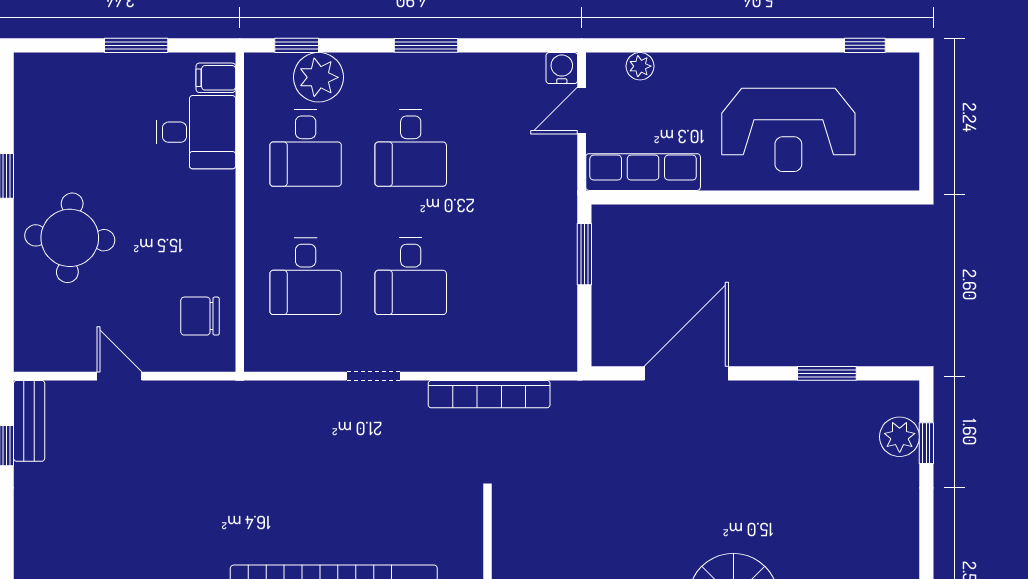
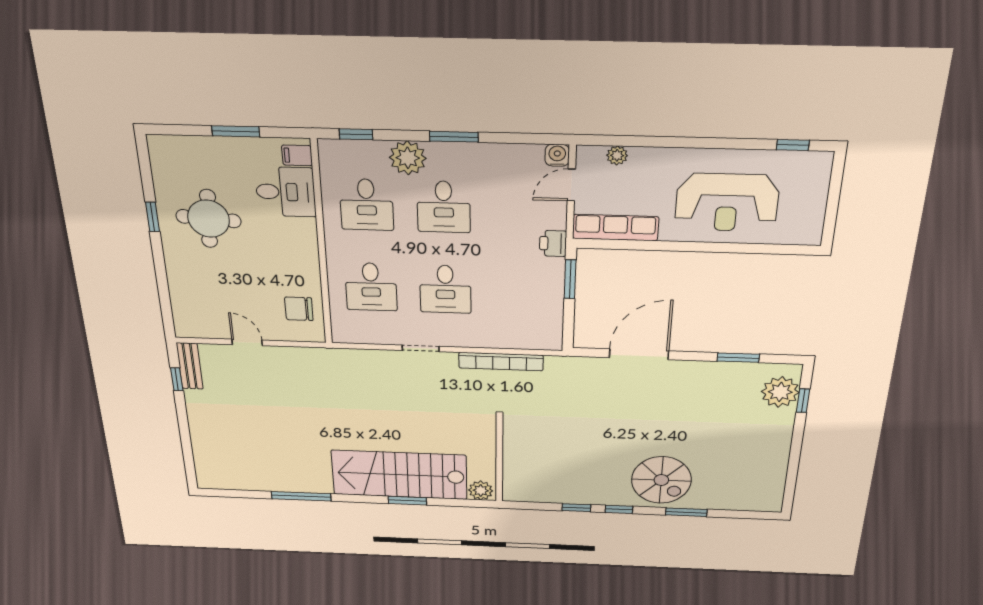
plant: (318, 77) -> (408, 158), moved
printer: (559, 199) -> (553, 243), added
round table: (70, 238) -> (209, 219), moved
plant: (900, 437) -> (780, 392), width x1.36, depth x1.36

